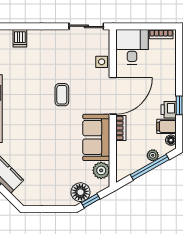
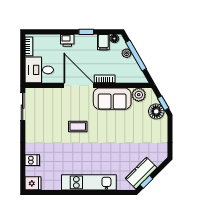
side table: (102, 62) -> (51, 94), removed
printer: (169, 110) -> (67, 40), moved

